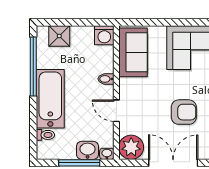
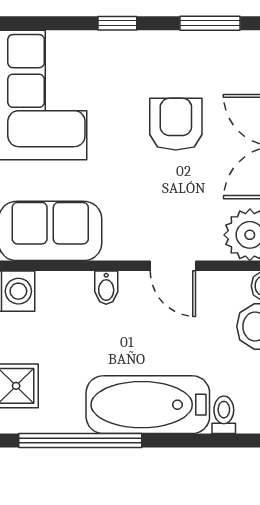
door: (116, 111) -> (173, 266), hinge flipped

